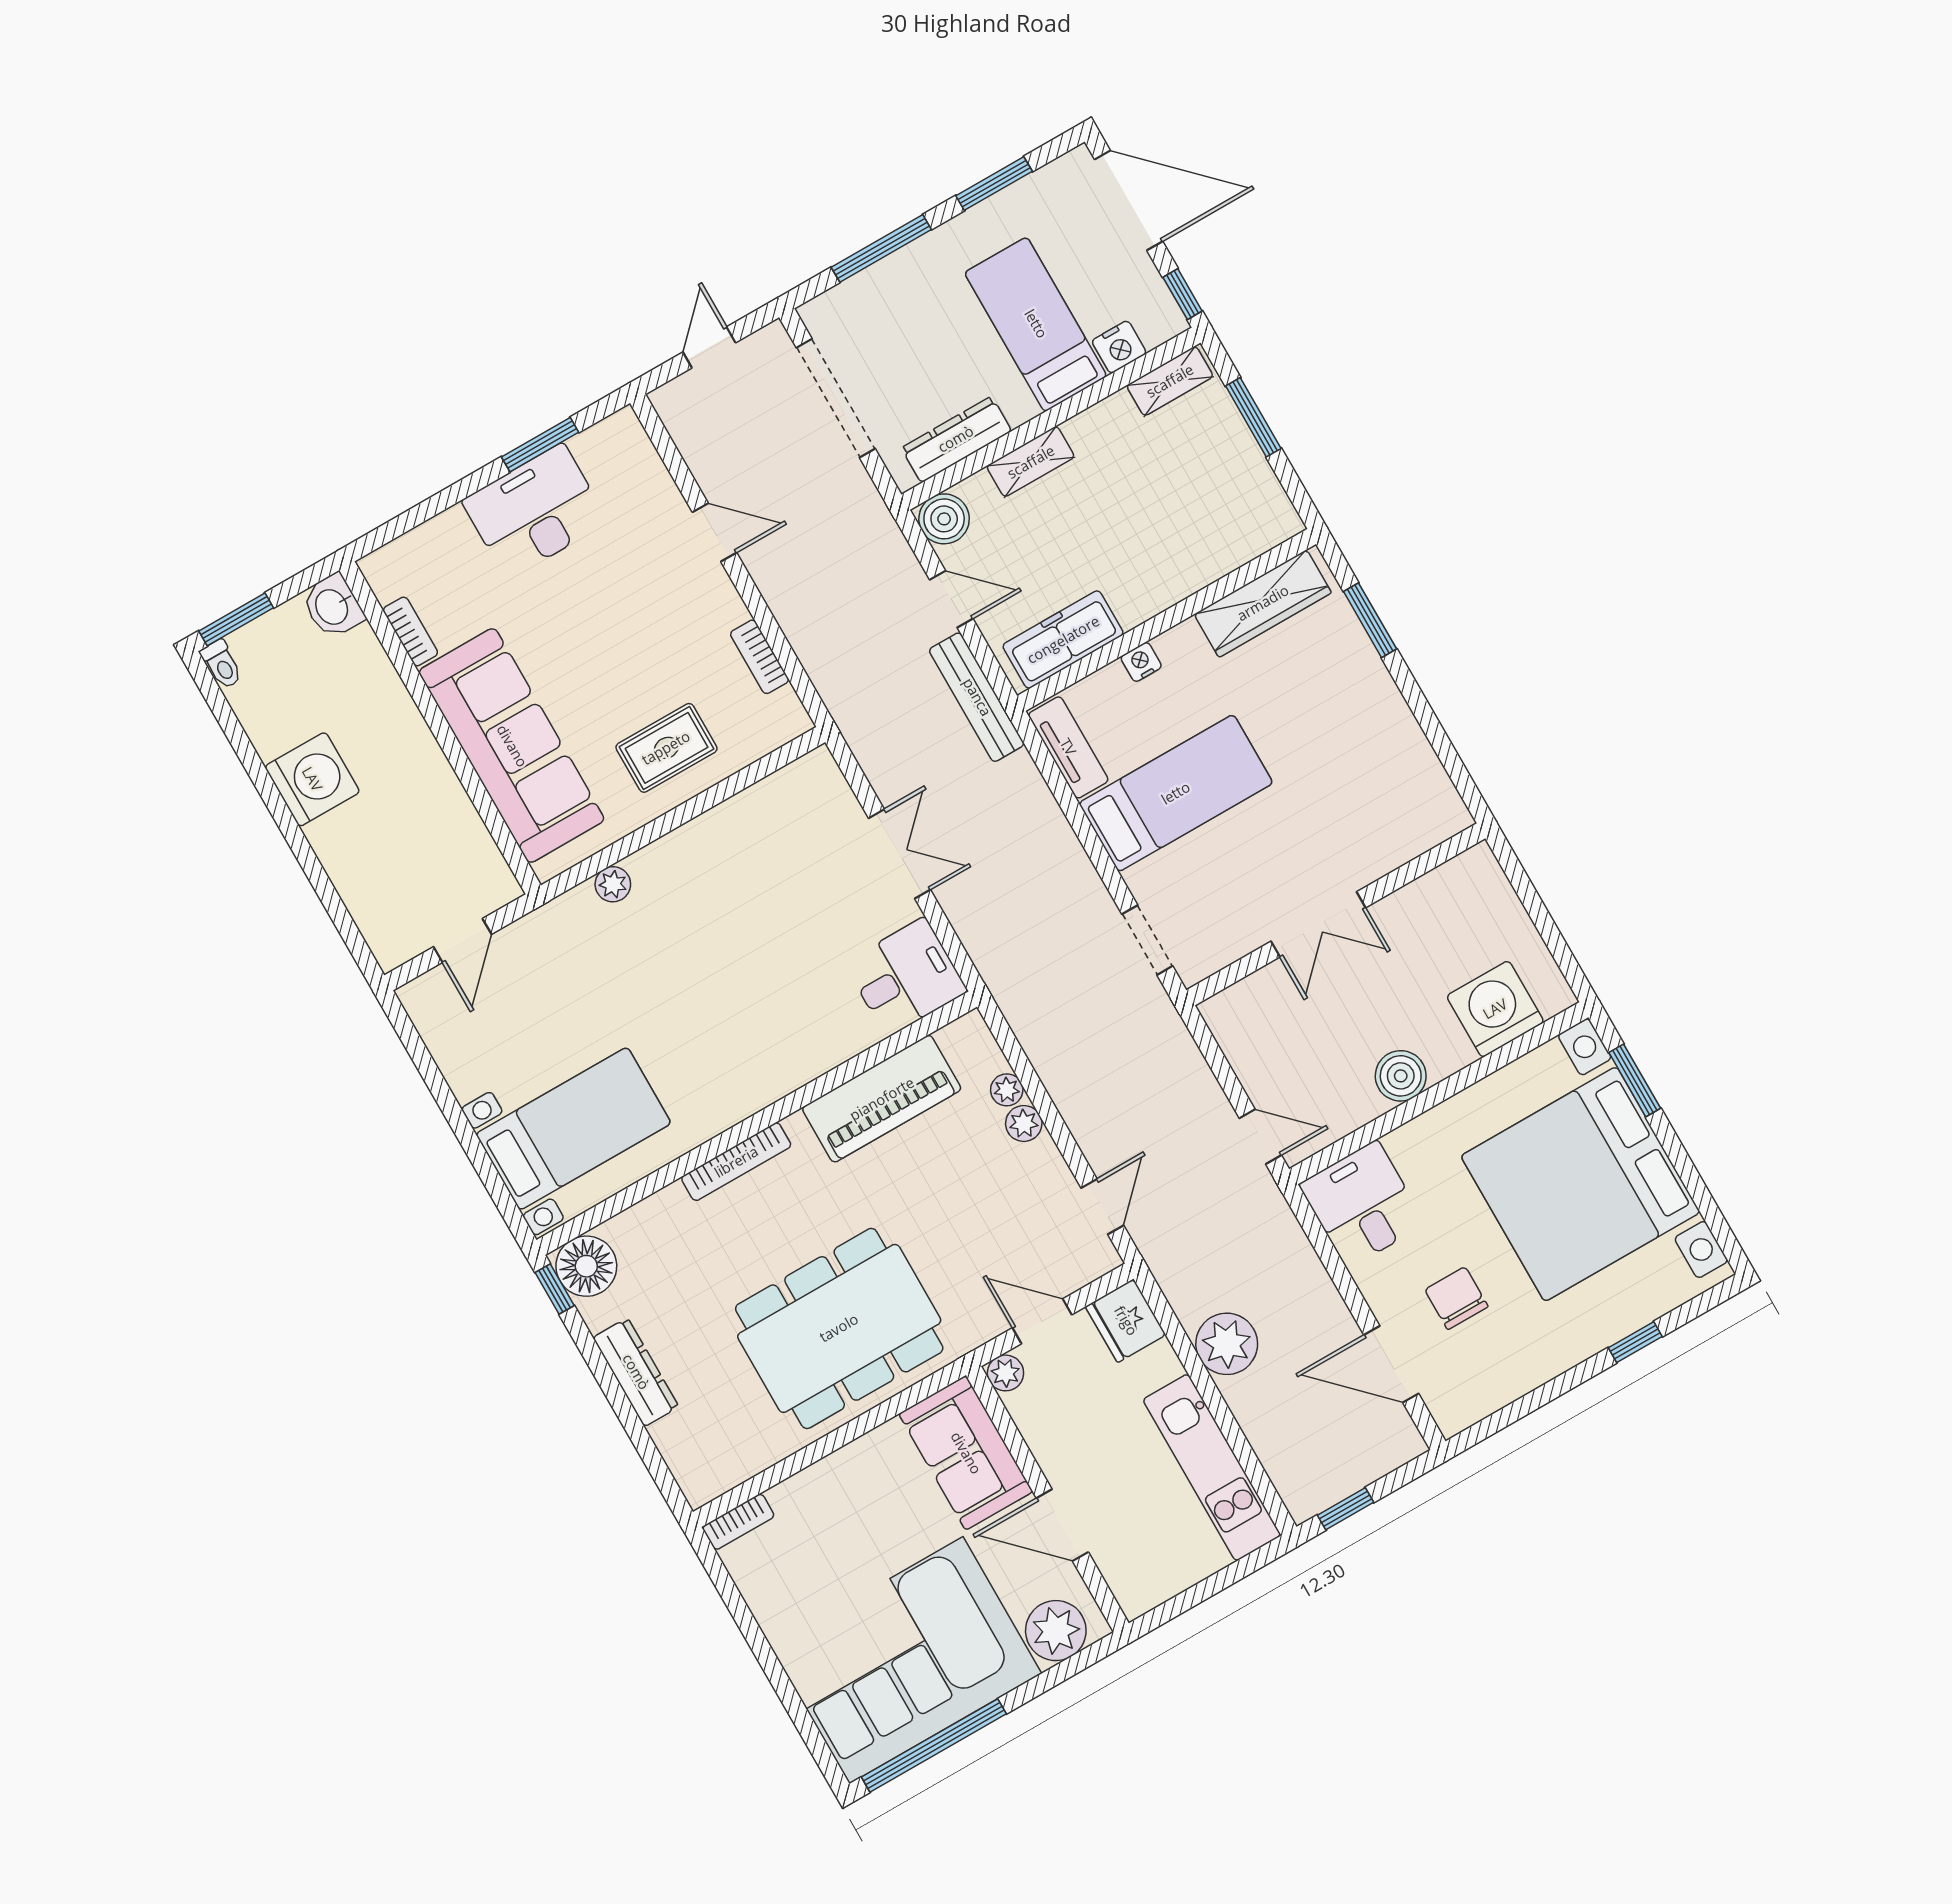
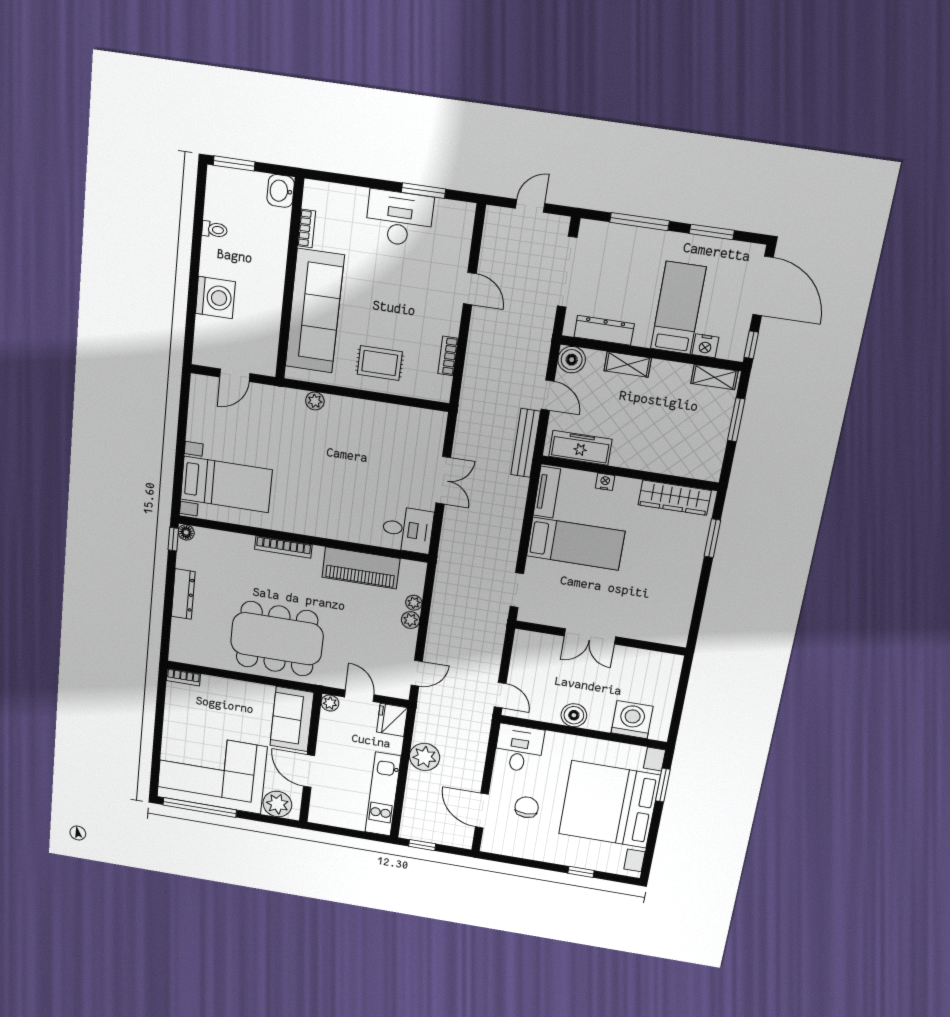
toilet: (222, 664) -> (215, 230), moved, turned -90
washing machine: (312, 779) -> (215, 298), moved
floor lamp: (586, 1266) -> (186, 532), width x0.53, depth x0.53

